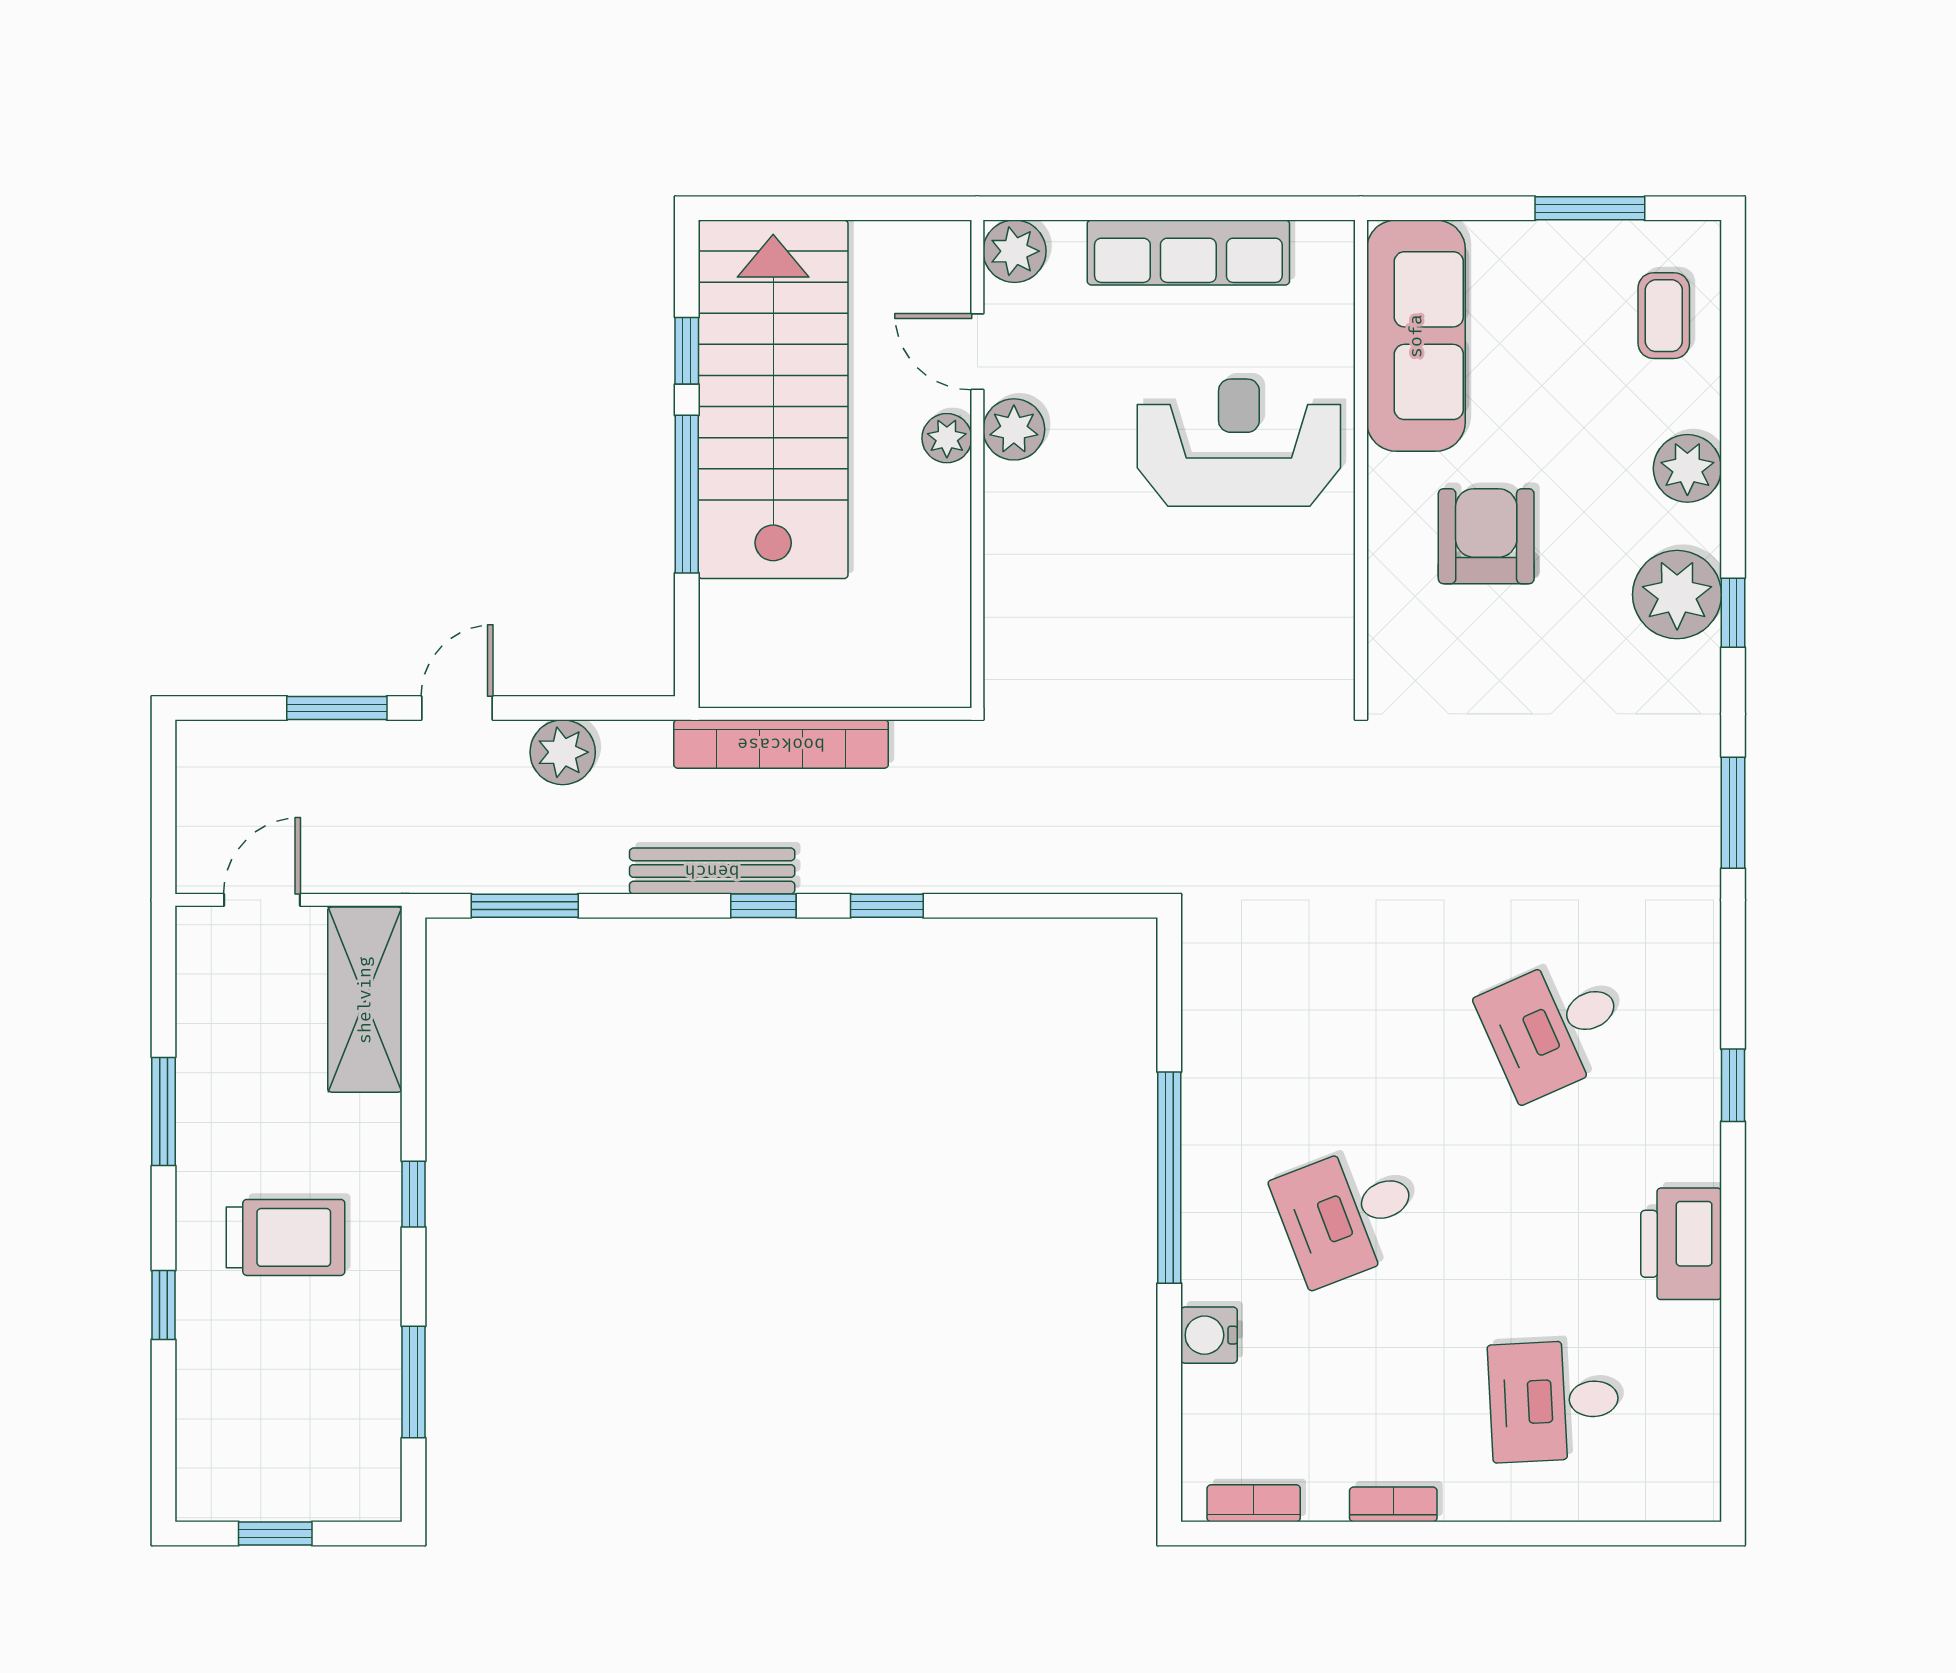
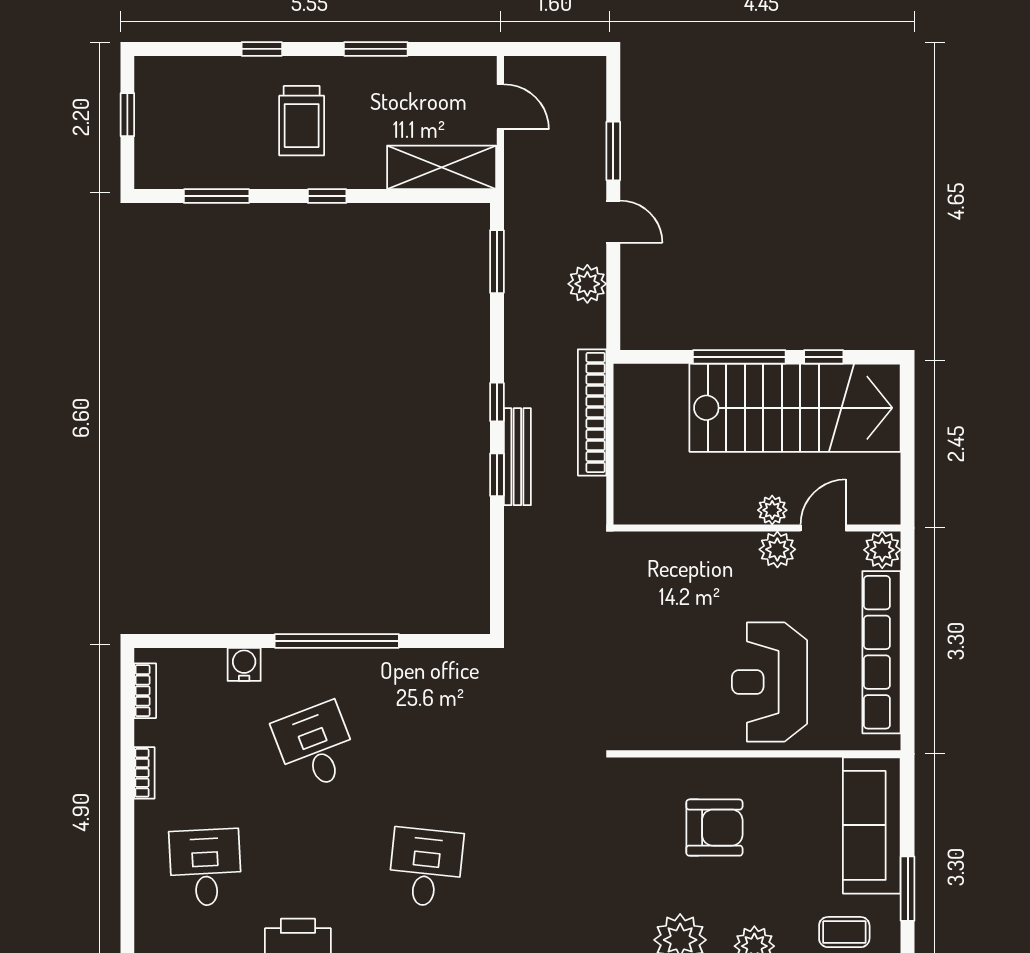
row of seats: (1188, 252) -> (881, 652), width x1.36
sofa: (1416, 336) -> (872, 825), moved, turned 90
reception desk: (1239, 443) -> (770, 682), turned 180
bench: (712, 871) -> (517, 457), moved
desk: (1554, 1027) -> (426, 868), turned 30

